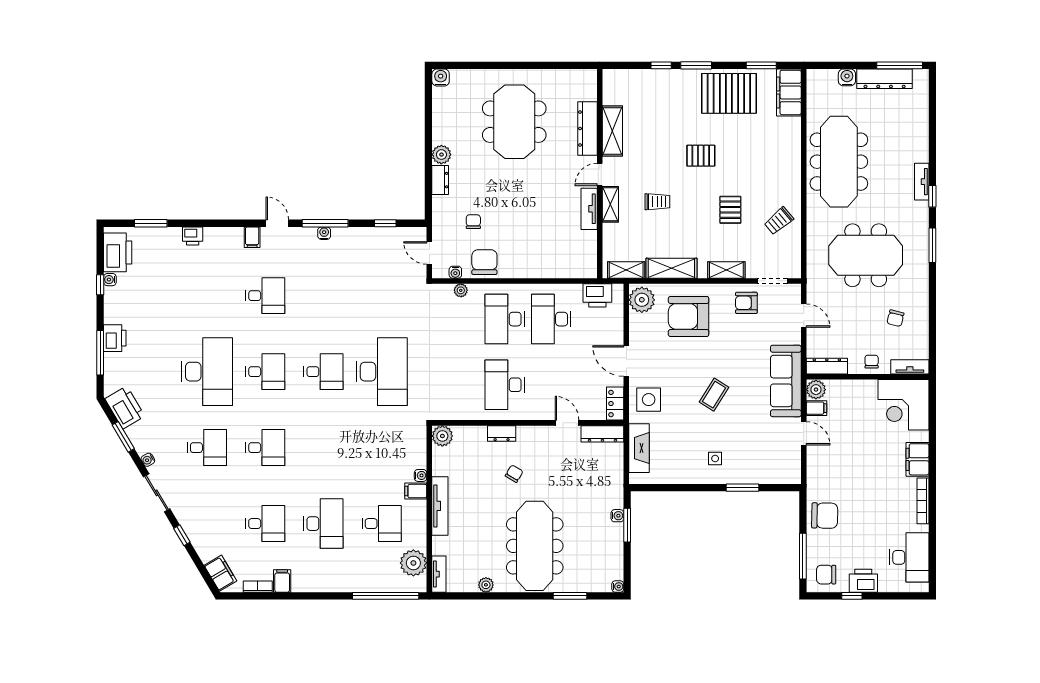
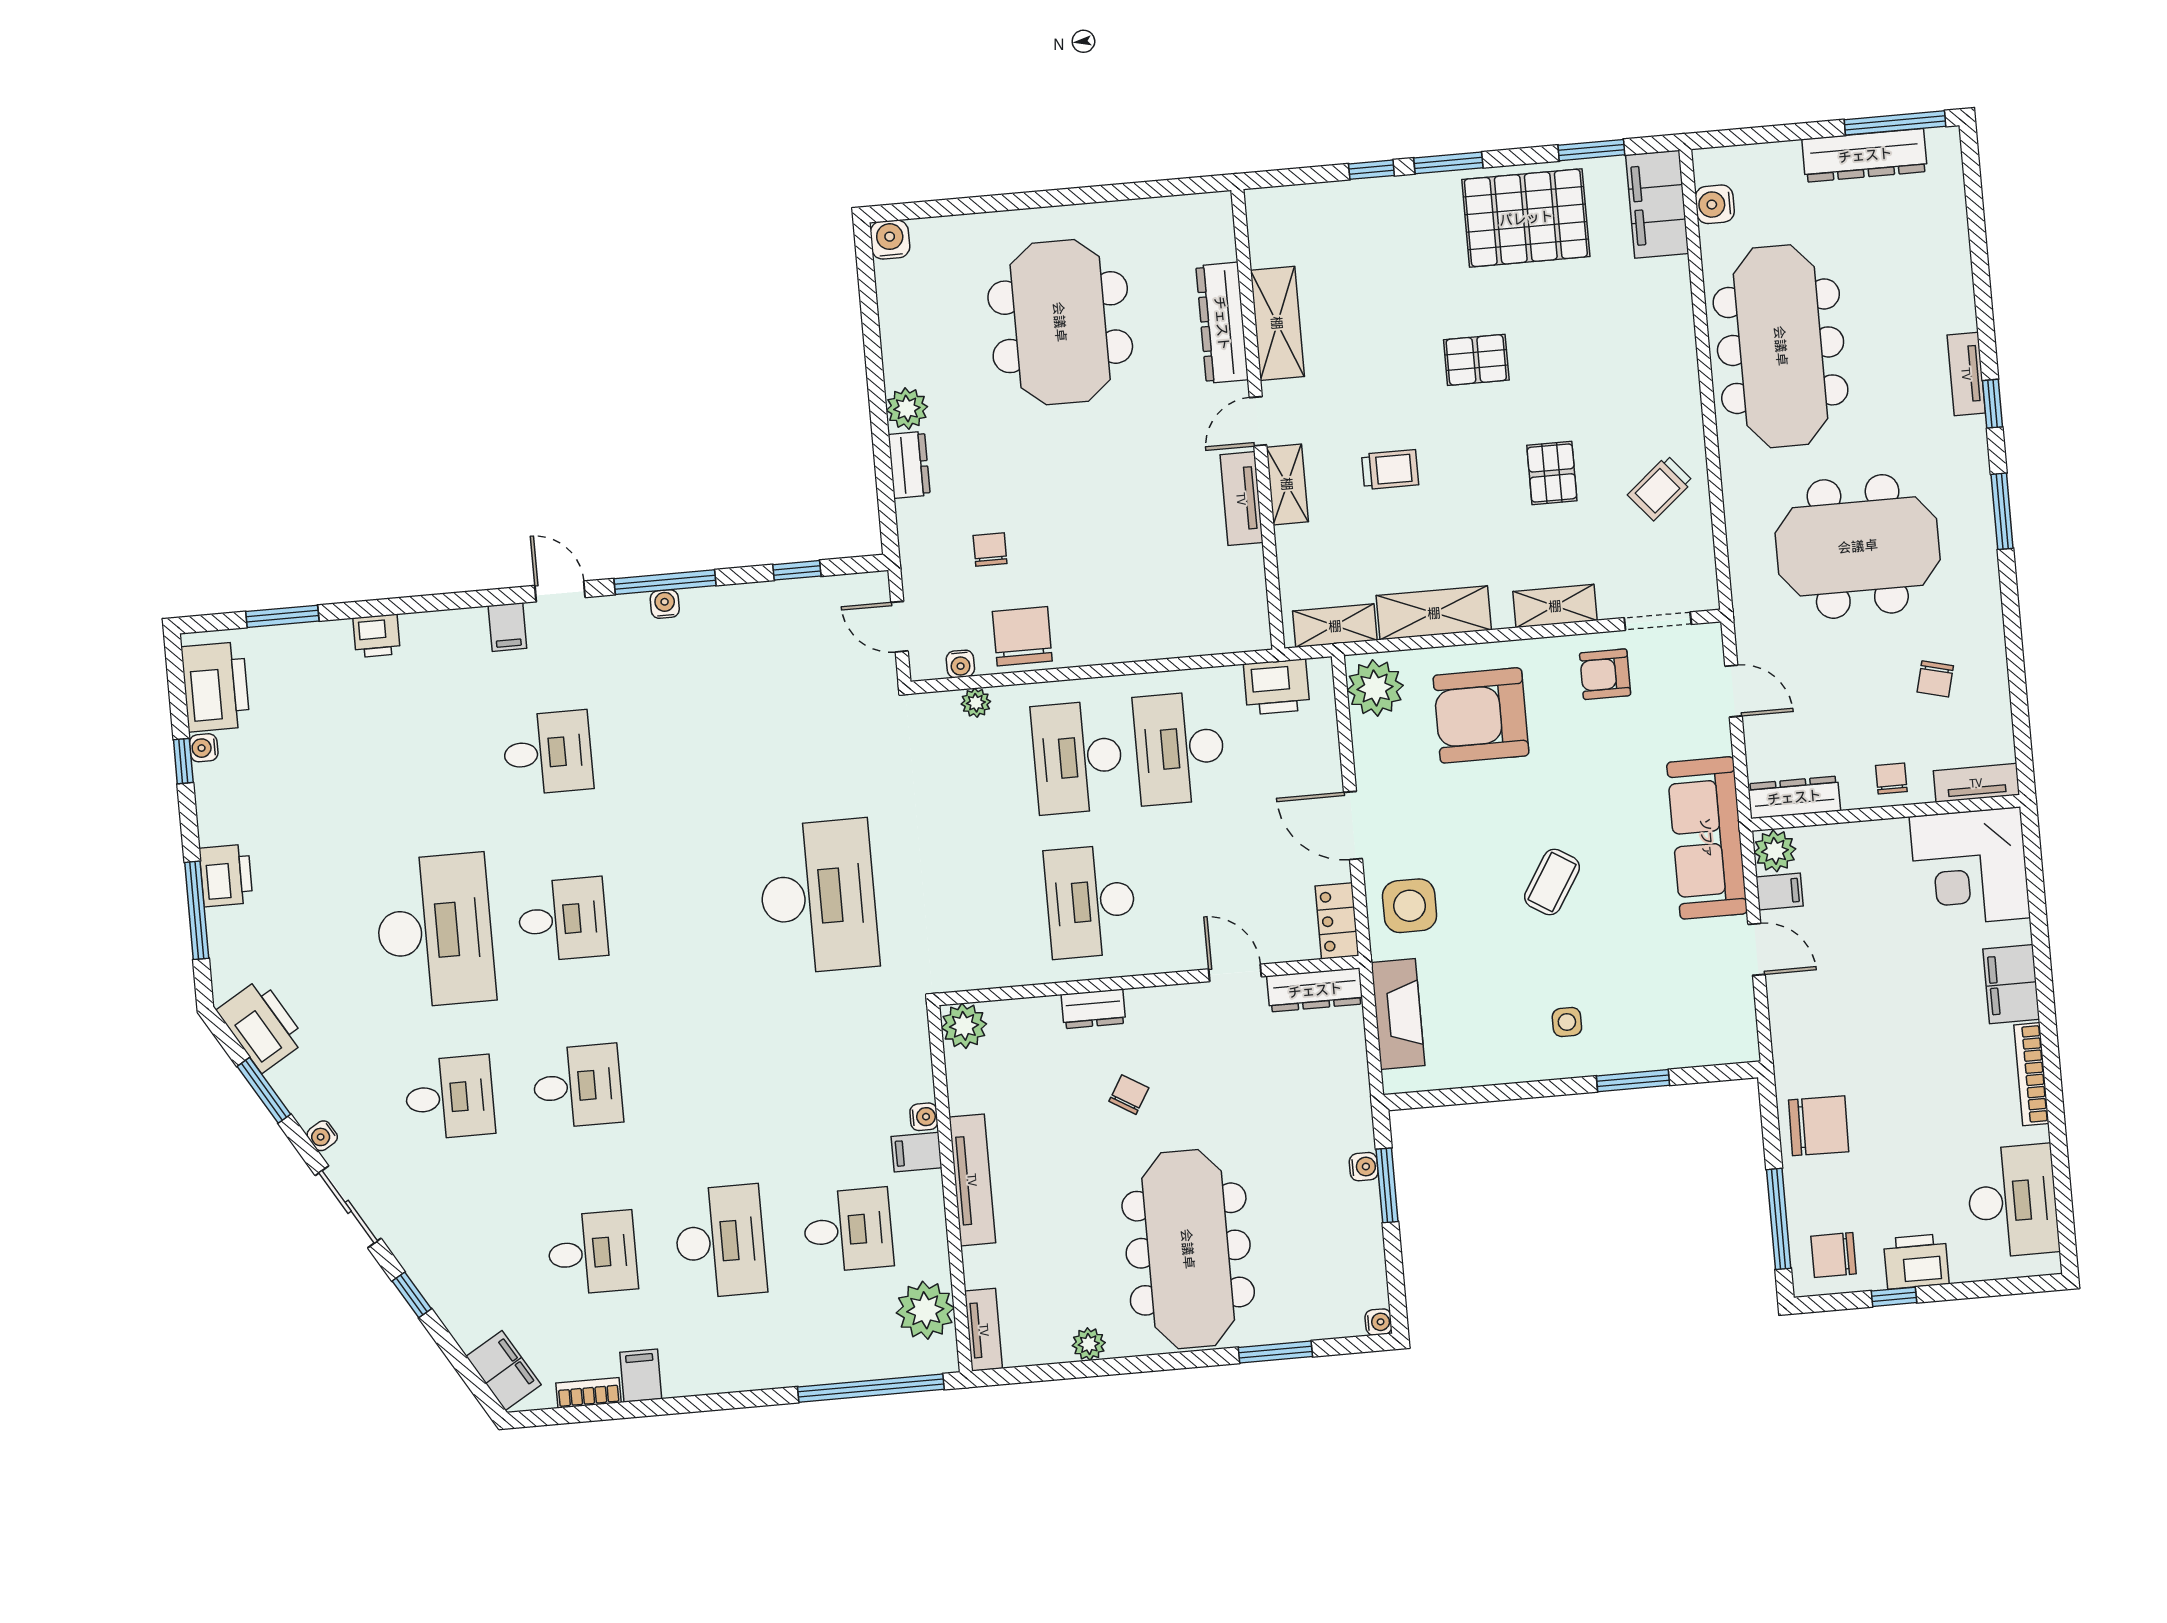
water cooler: (847, 77) -> (1715, 204), moved, turned -90
desk: (323, 372) -> (690, 908), removed

